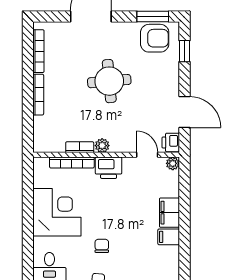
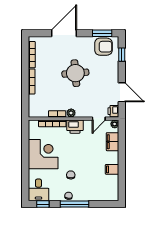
door: (147, 155) -> (99, 119), swing flipped
filing cabinet: (169, 213) -> (113, 142), moved

